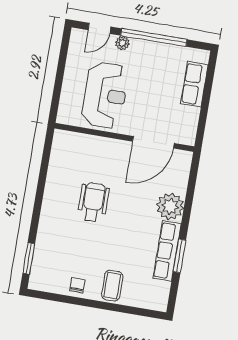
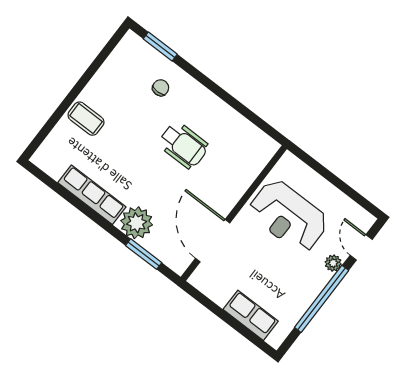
window: (179, 256) -> (144, 254), moved
chair: (77, 285) -> (161, 88), moved, turned -90

